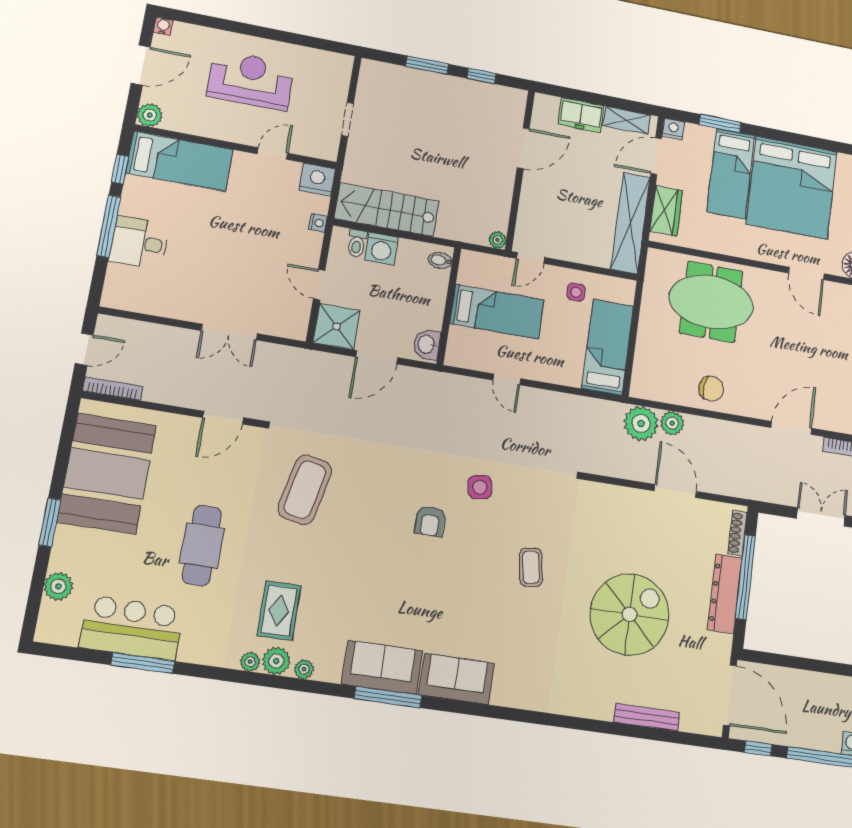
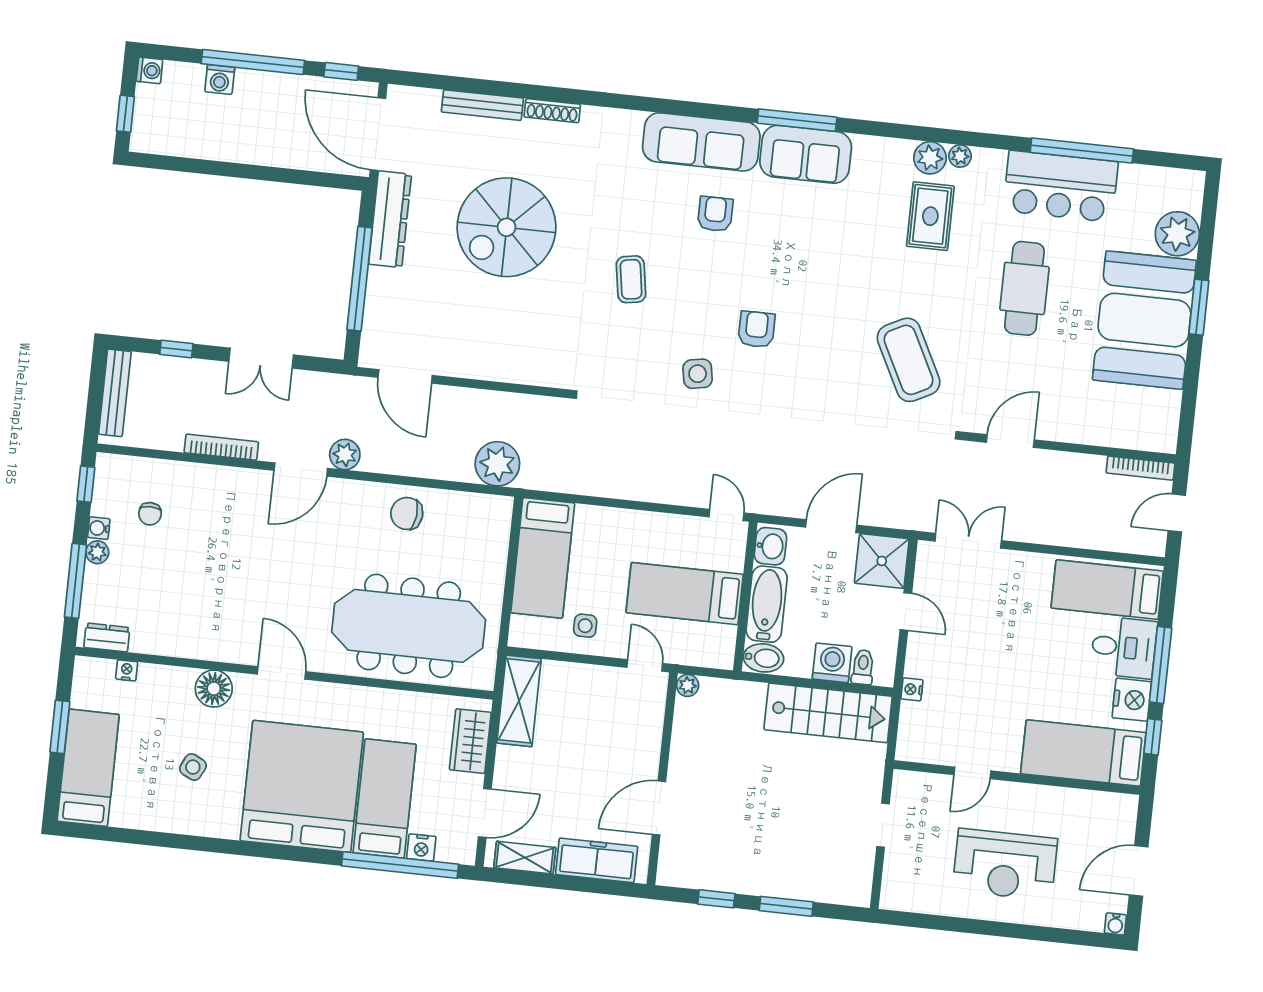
plant: (150, 115) -> (1123, 808), removed
freezer: (581, 115) -> (597, 860), width x1.40
window: (720, 123) -> (400, 865), width x2.11
nightstand: (673, 129) -> (421, 847), moved
nightstand: (317, 179) -> (1132, 700), moved, turned -90
shelving: (631, 223) -> (519, 701), width x0.68
door: (531, 258) -> (645, 665), hinge flipped
bidet: (440, 260) -> (763, 658), width x1.38, depth x1.36
bed: (149, 290) -> (1107, 590), added
bathtub: (432, 299) -> (767, 604), added
meeting table: (711, 302) -> (409, 626), width x1.36
double door: (229, 332) -> (968, 541), moved
door: (507, 379) -> (726, 515), moved
plant: (672, 423) -> (345, 455), moved
booth: (107, 473) -> (1144, 320), moved
coffee table: (305, 490) -> (909, 360), turned -39
door: (675, 491) -> (405, 376), moved
shoe rack: (737, 533) -> (552, 111), moved, turned 90
plant: (58, 586) -> (1177, 234), width x1.36, depth x1.36
dresser: (725, 594) -> (390, 219), moved
armchair: (460, 619) -> (715, 214), added
bar counter: (132, 628) -> (1061, 186), moved
window: (143, 663) -> (1082, 151), width x1.46
plant: (304, 669) -> (897, 149), removed
sofa: (456, 679) -> (701, 142), width x1.36

